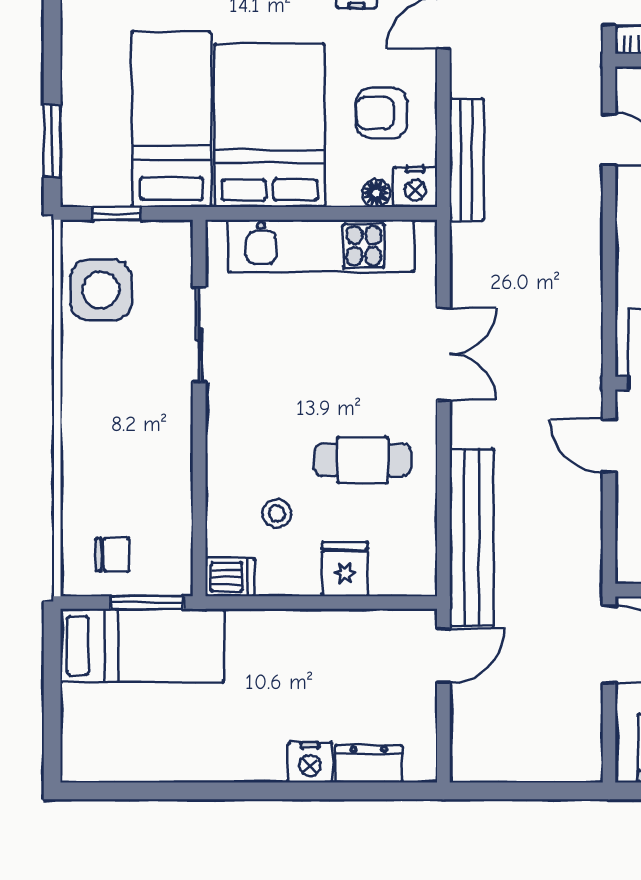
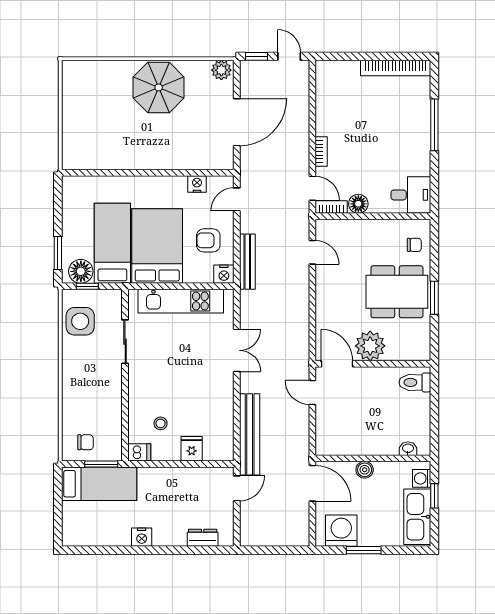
floor lamp: (376, 193) -> (81, 271), moved, width x1.89, depth x1.89
cafe table: (363, 460) -> (200, 399), removed
nightstand: (310, 762) -> (142, 537), moved

